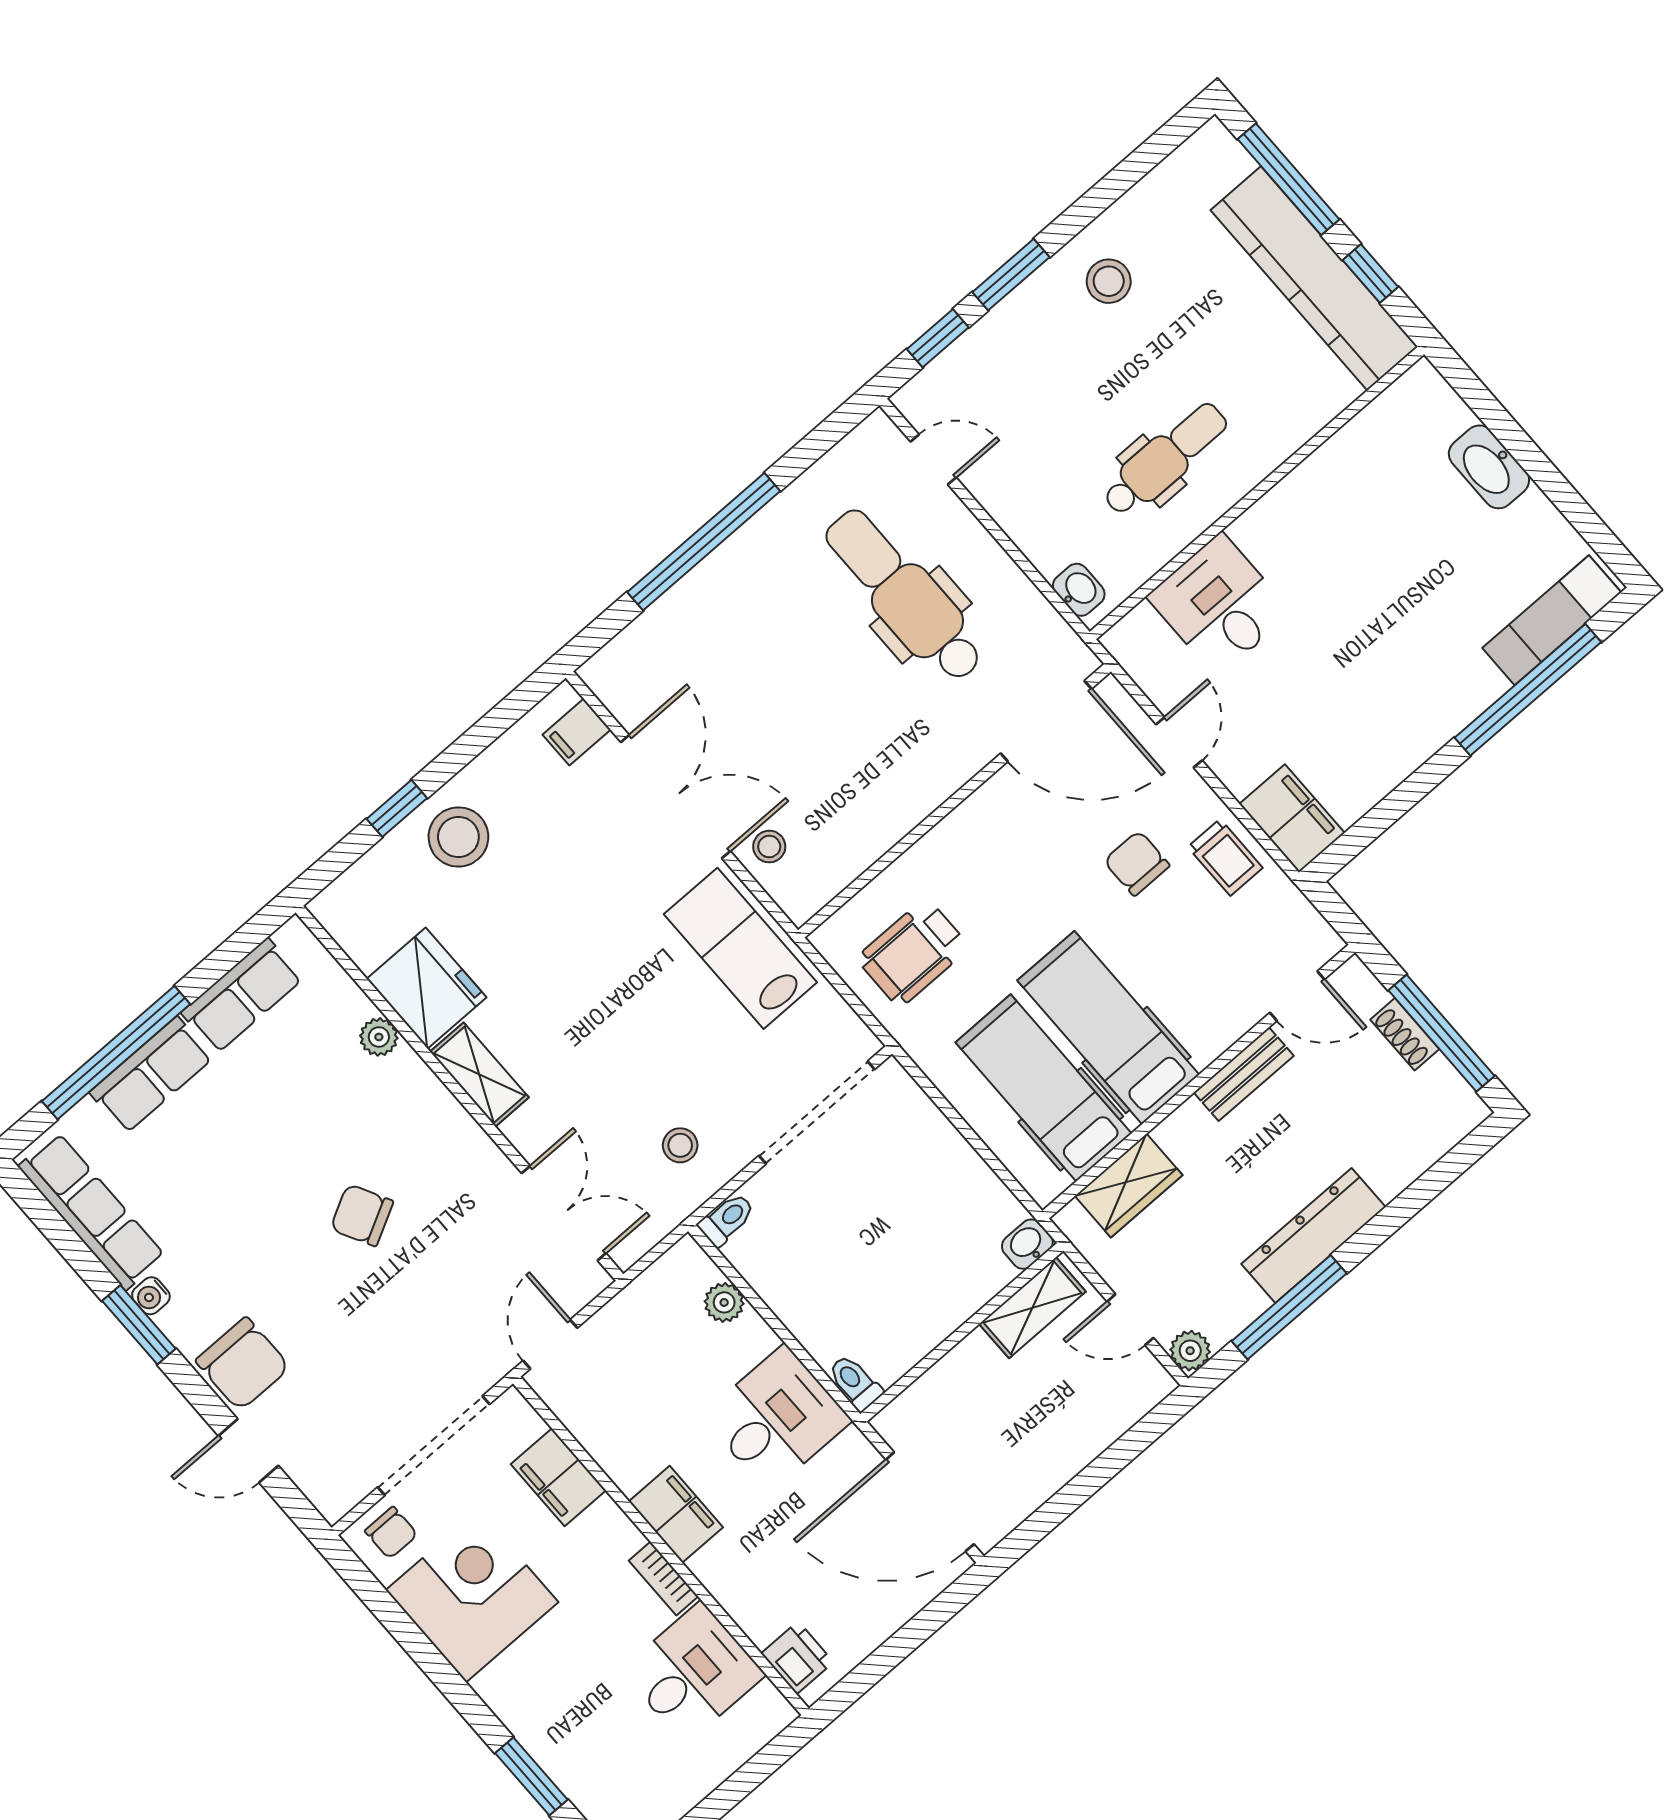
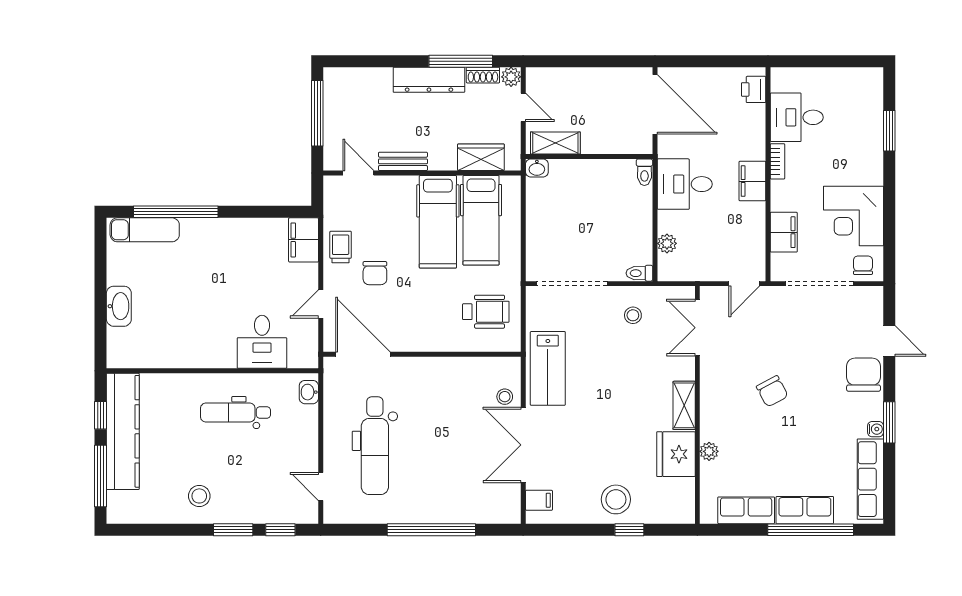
shoe rack: (1405, 1034) -> (483, 75), moved, turned 90

